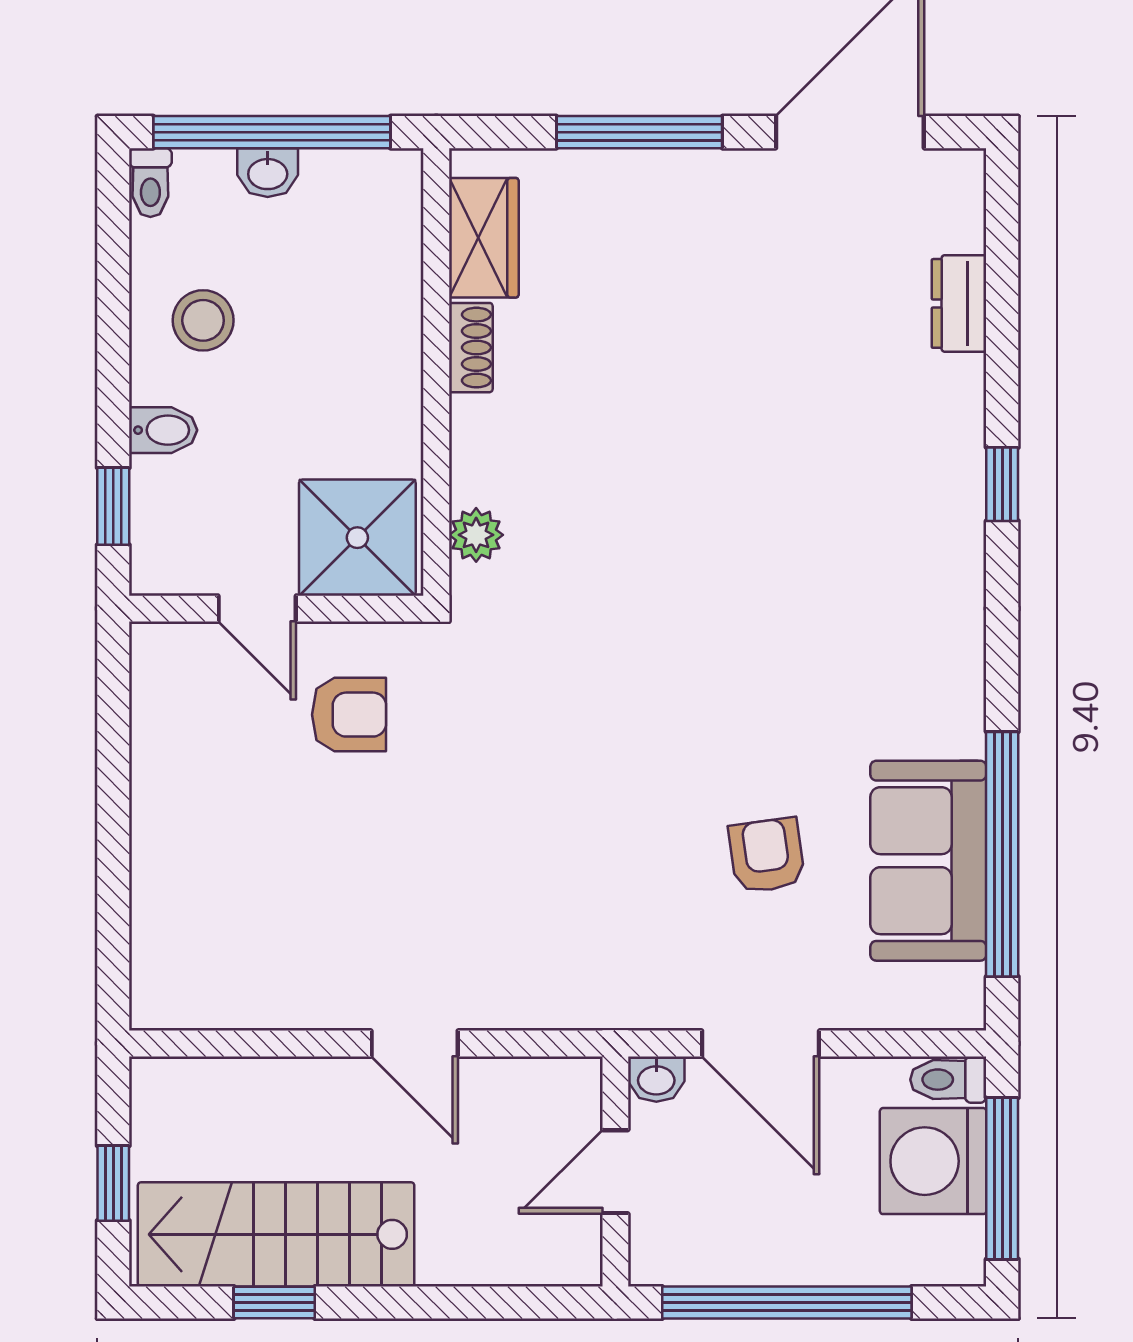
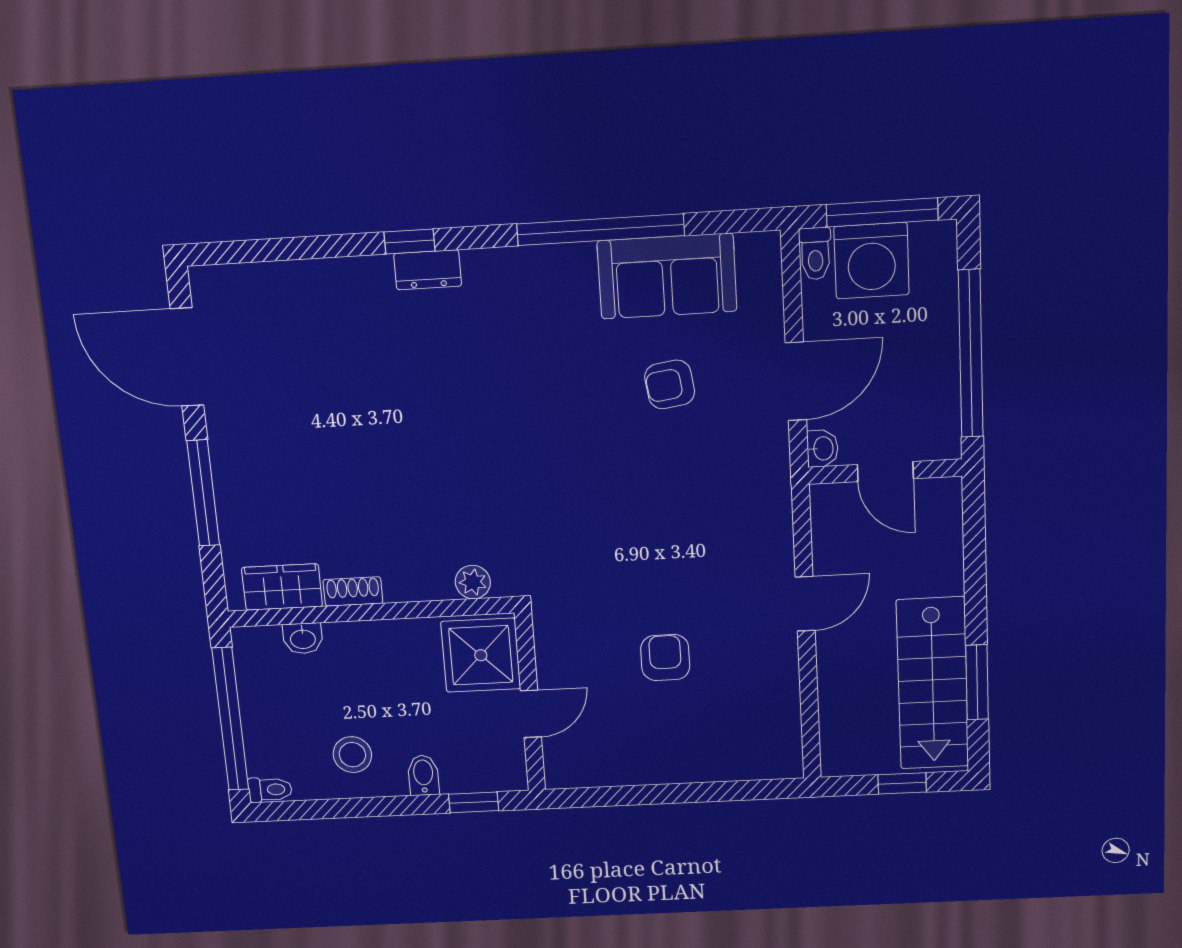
washbasin: (268, 173) -> (303, 638), moved, turned 90
dresser: (959, 303) -> (428, 270), moved
armchair: (349, 715) -> (665, 658), moved
window: (1002, 854) -> (601, 230), moved
window: (274, 1302) -> (977, 682), width x1.50

